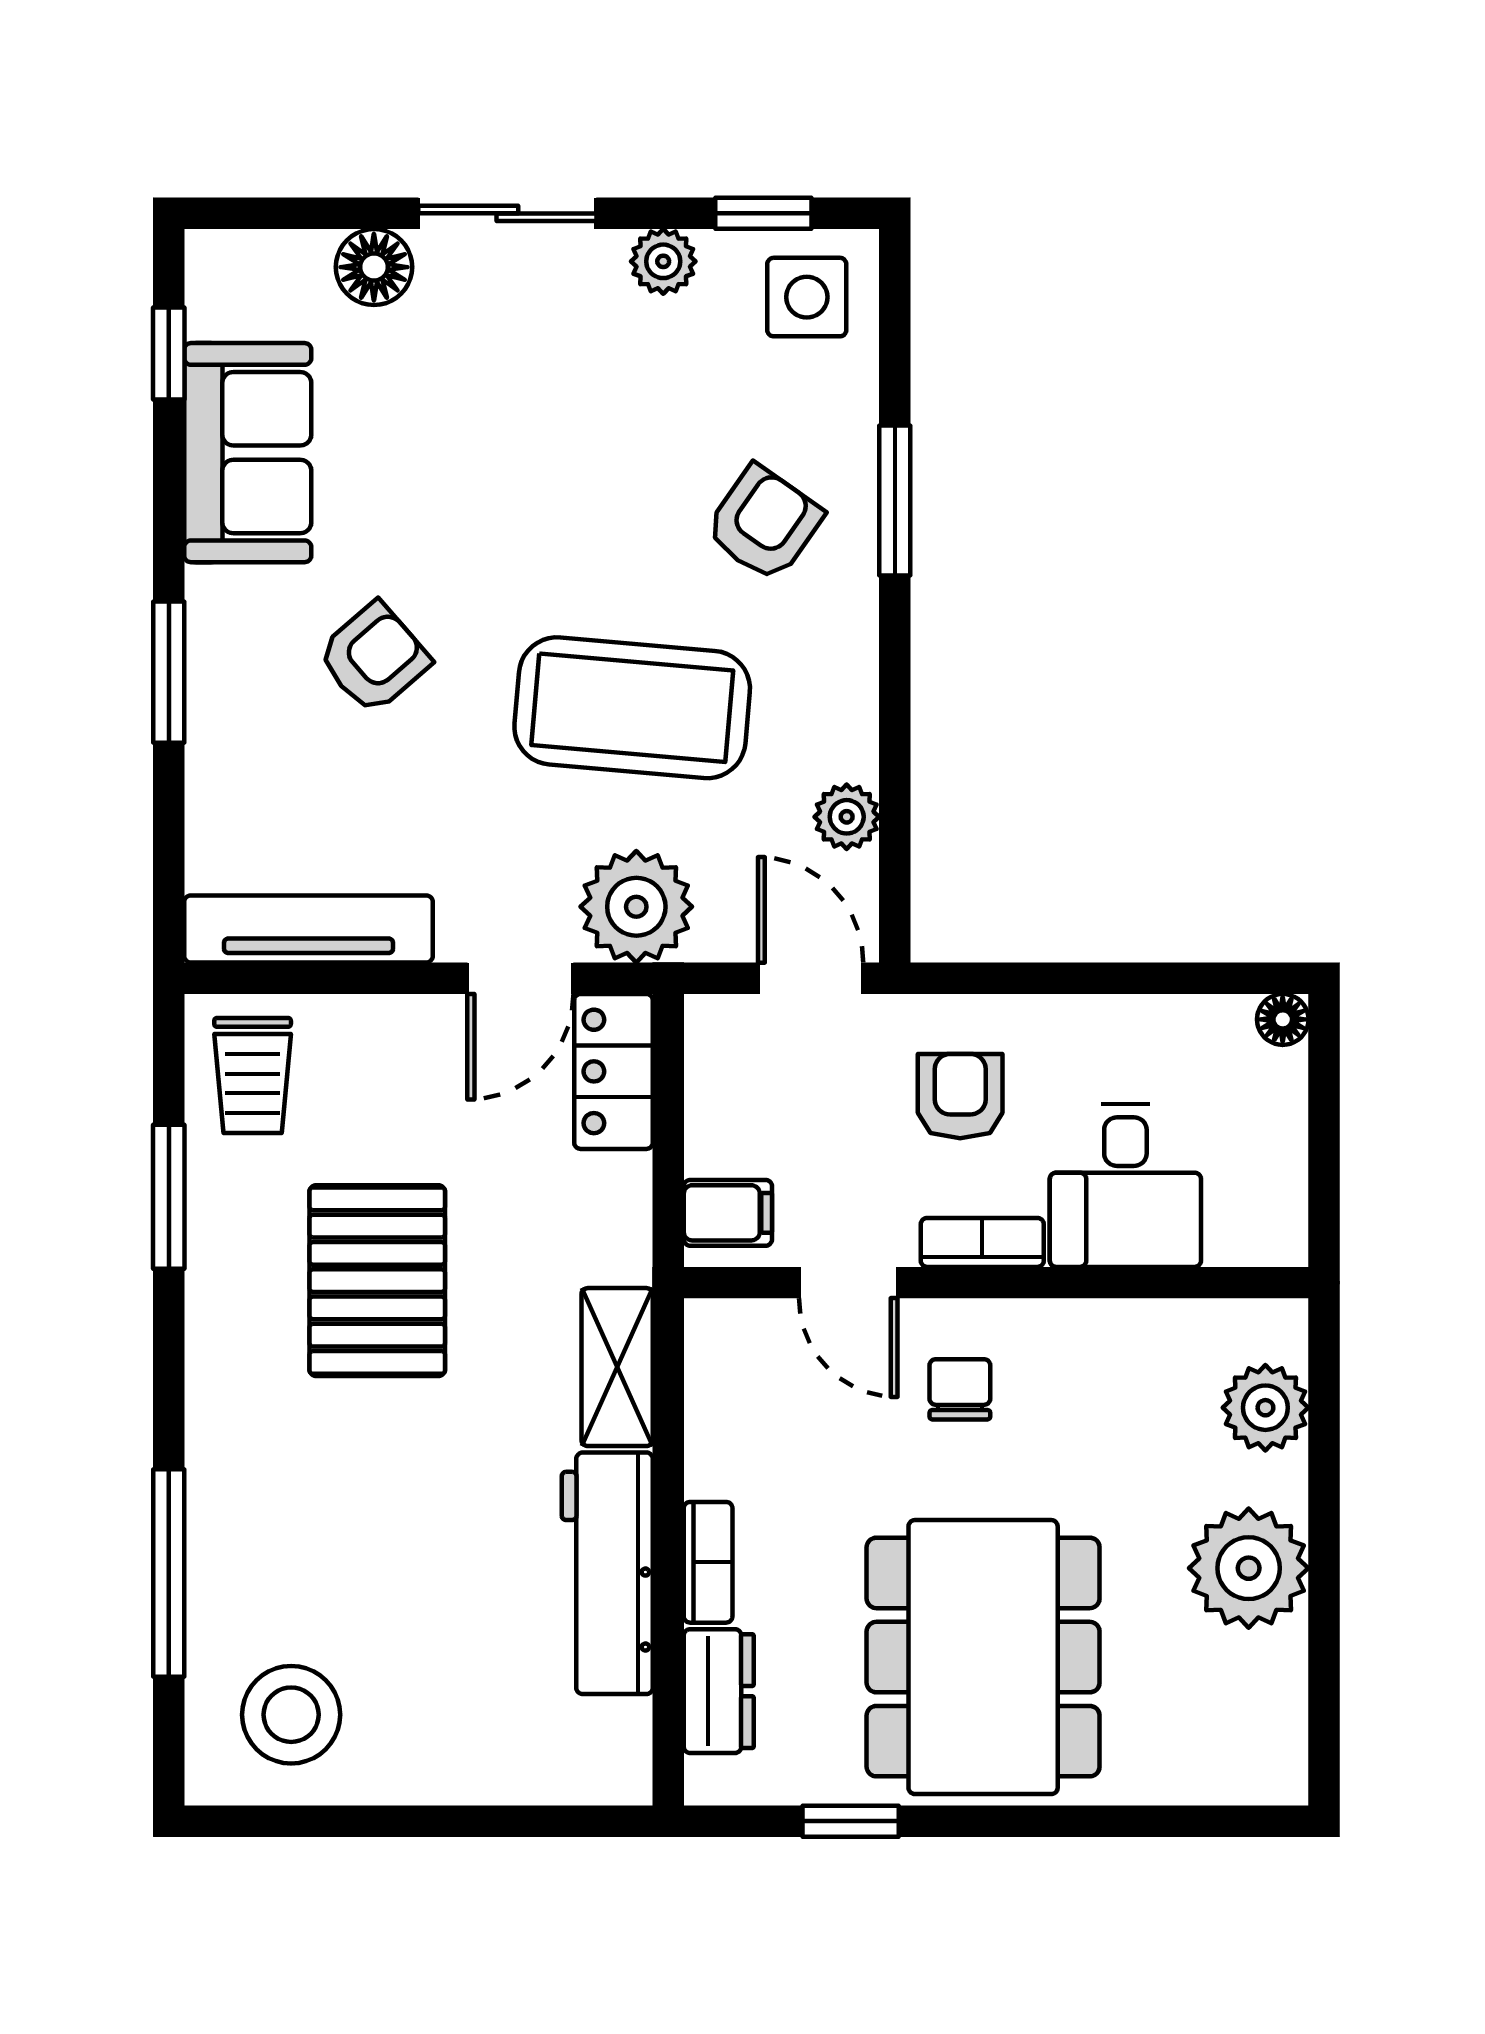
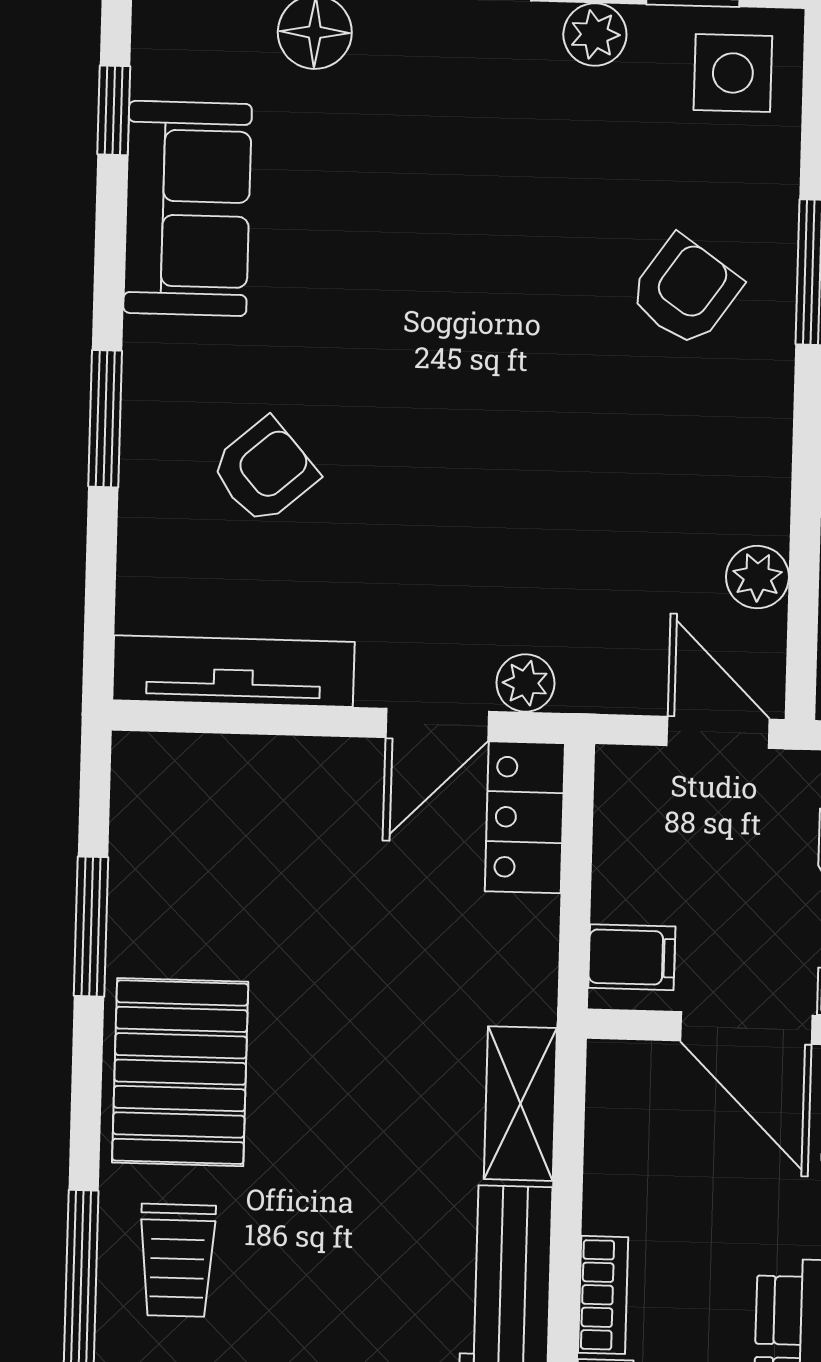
armchair: (374, 658) -> (264, 471), moved
coffee table: (632, 708) -> (553, 466), removed
plant: (636, 907) -> (525, 683), width x0.53, depth x0.53
trolley: (253, 1075) -> (177, 1260), moved
pallet: (377, 1281) -> (180, 1072), moved
door: (848, 1283) -> (746, 1028), width x1.37

